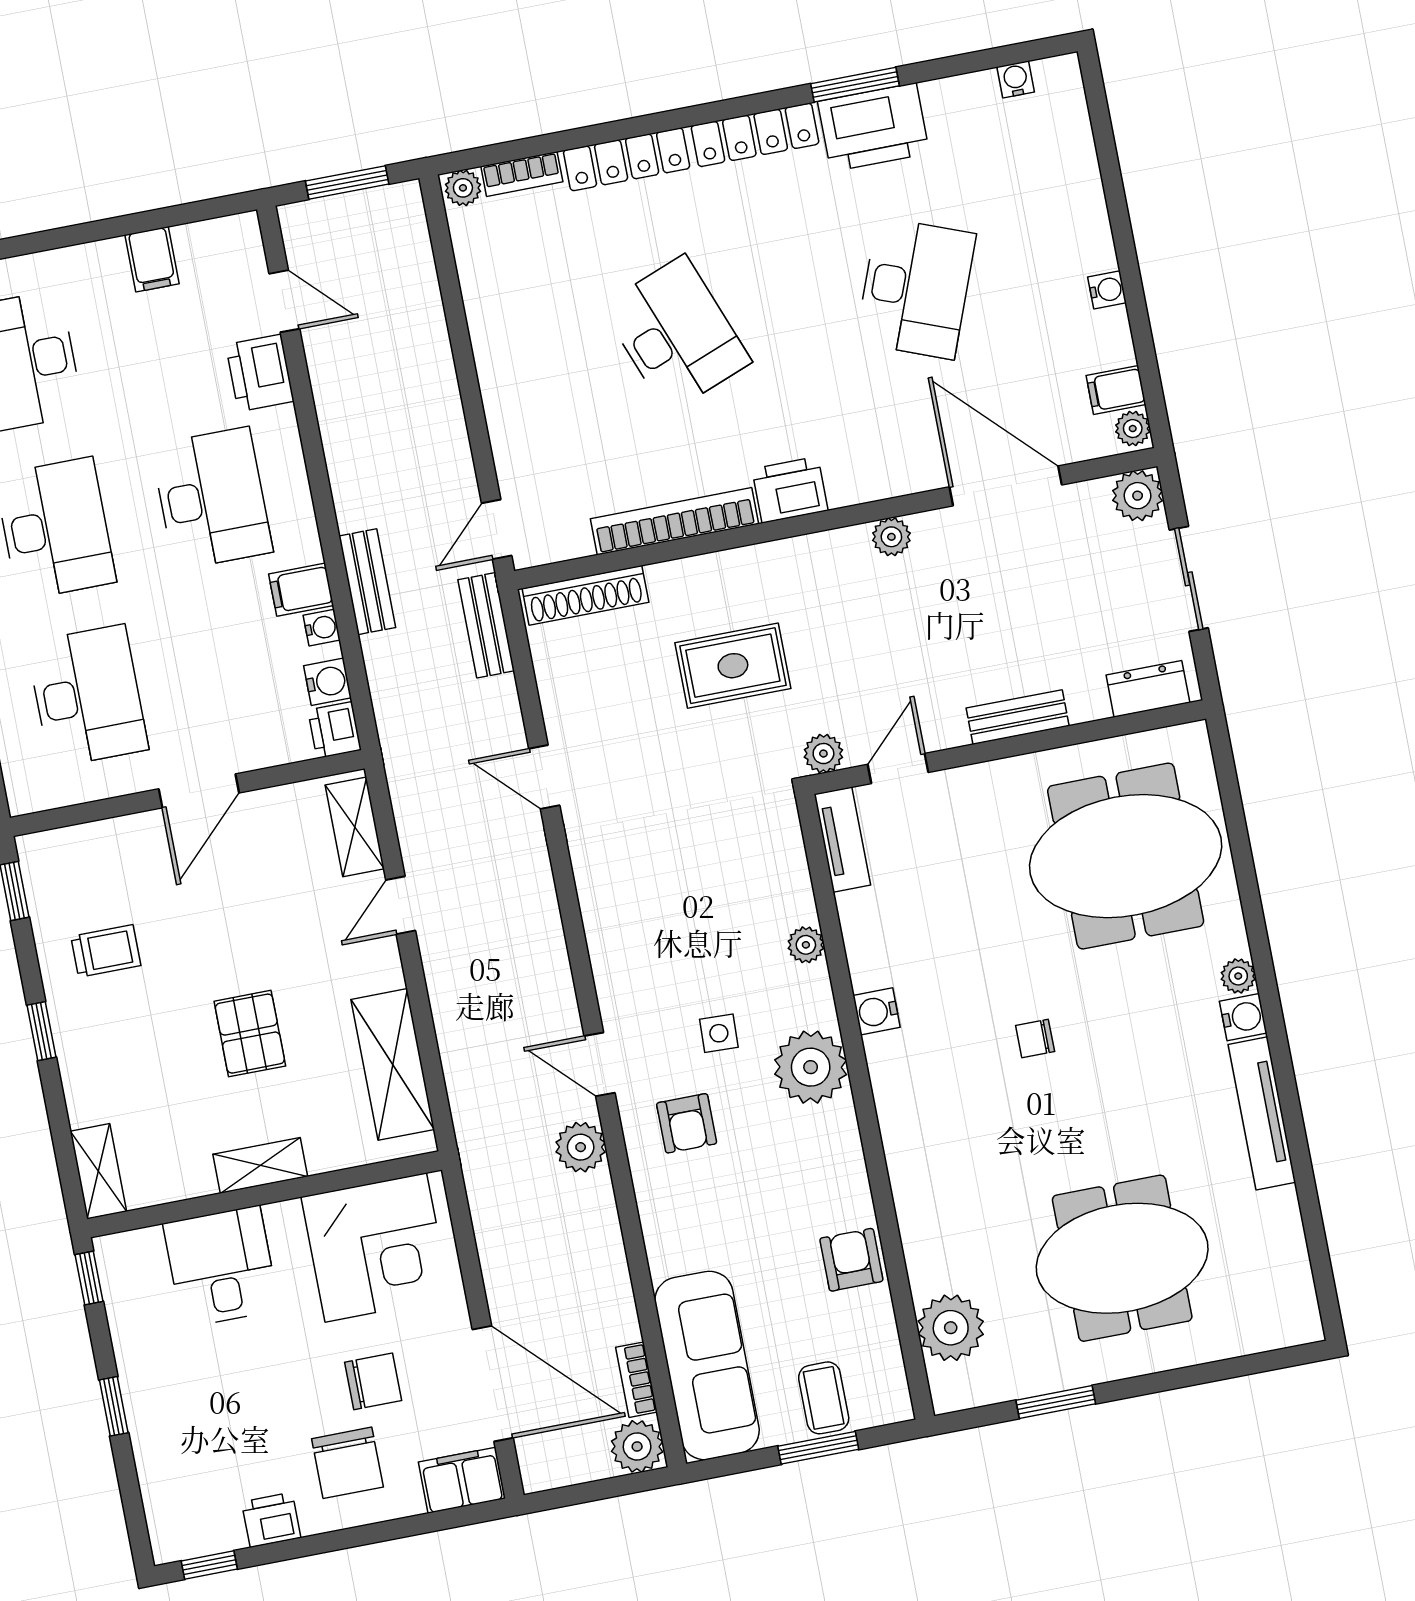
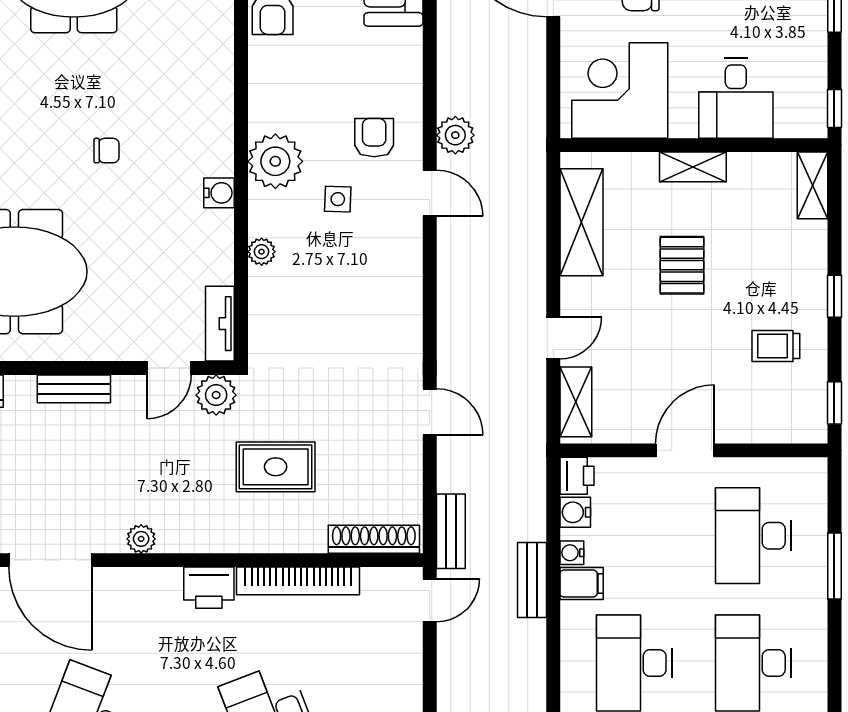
plant: (823, 754) -> (216, 395), width x1.38, depth x1.38

